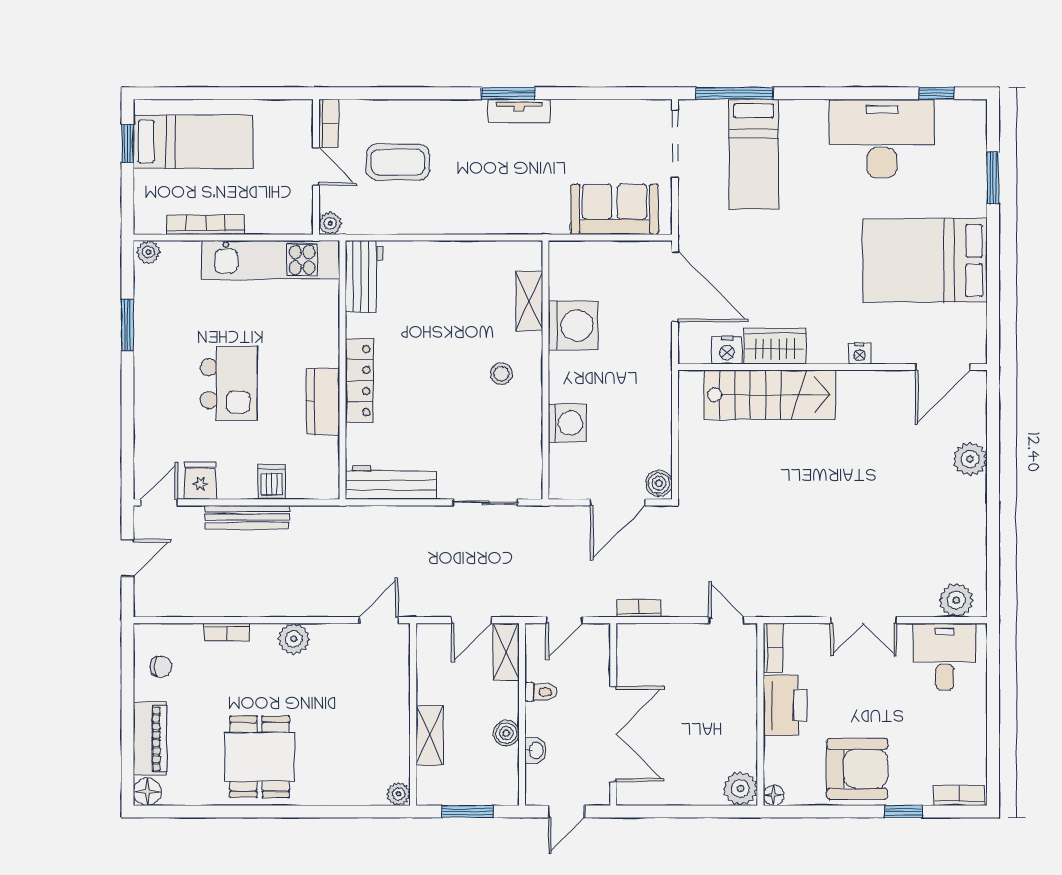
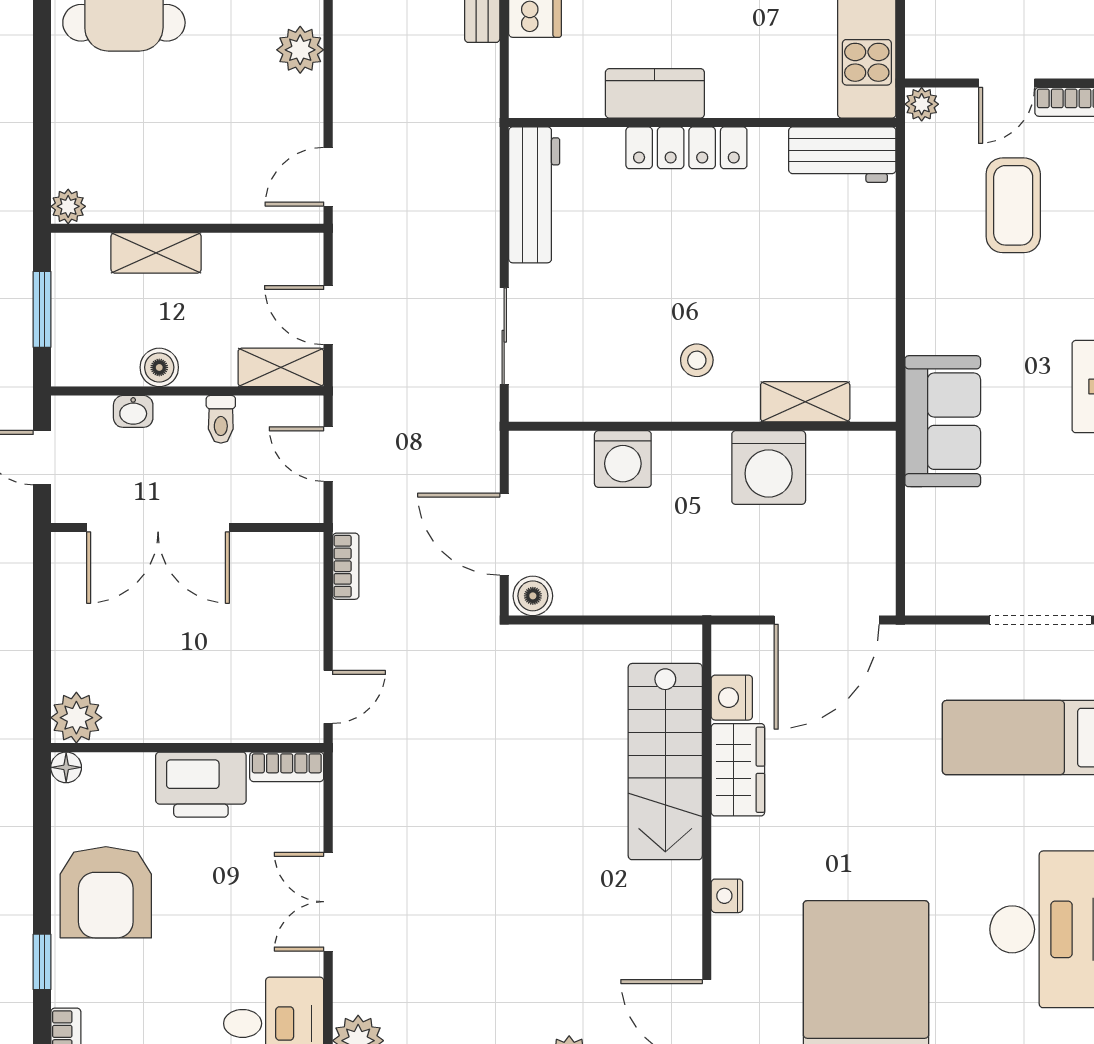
sofa: (615, 209) -> (943, 421), moved
door: (379, 620) -> (328, 177), swing flipped

